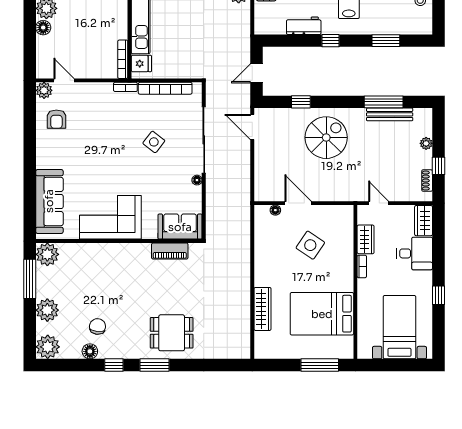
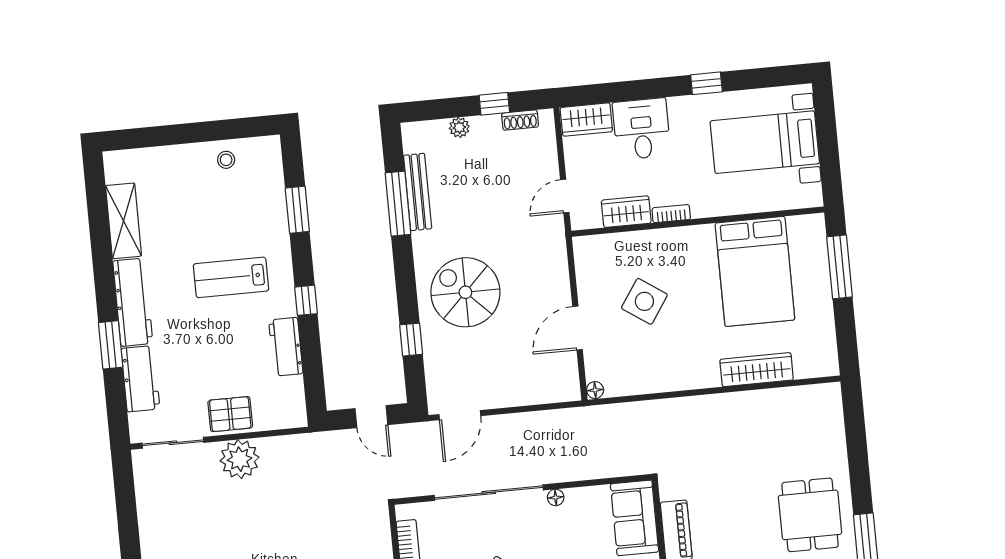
floor lamp: (275, 210) -> (595, 390), moved

